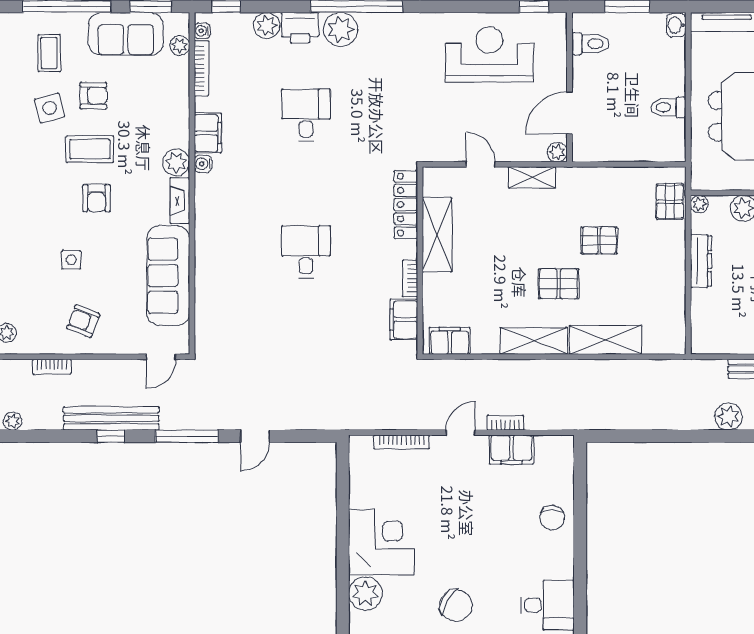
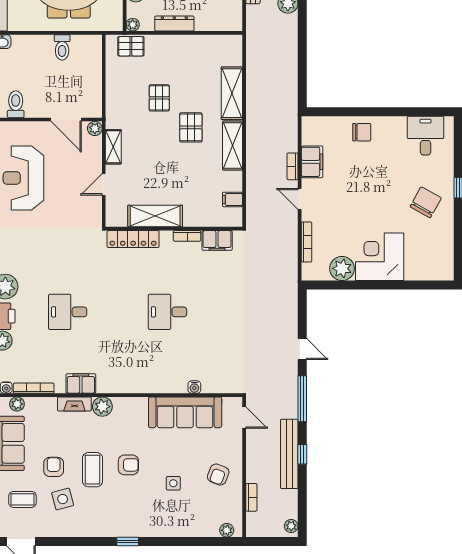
water cooler: (203, 164) -> (194, 387), moved
fireplace: (180, 201) -> (74, 404), moved
filing cabinet: (450, 341) -> (233, 199), width x0.50
plant: (365, 594) -> (342, 268), moved

